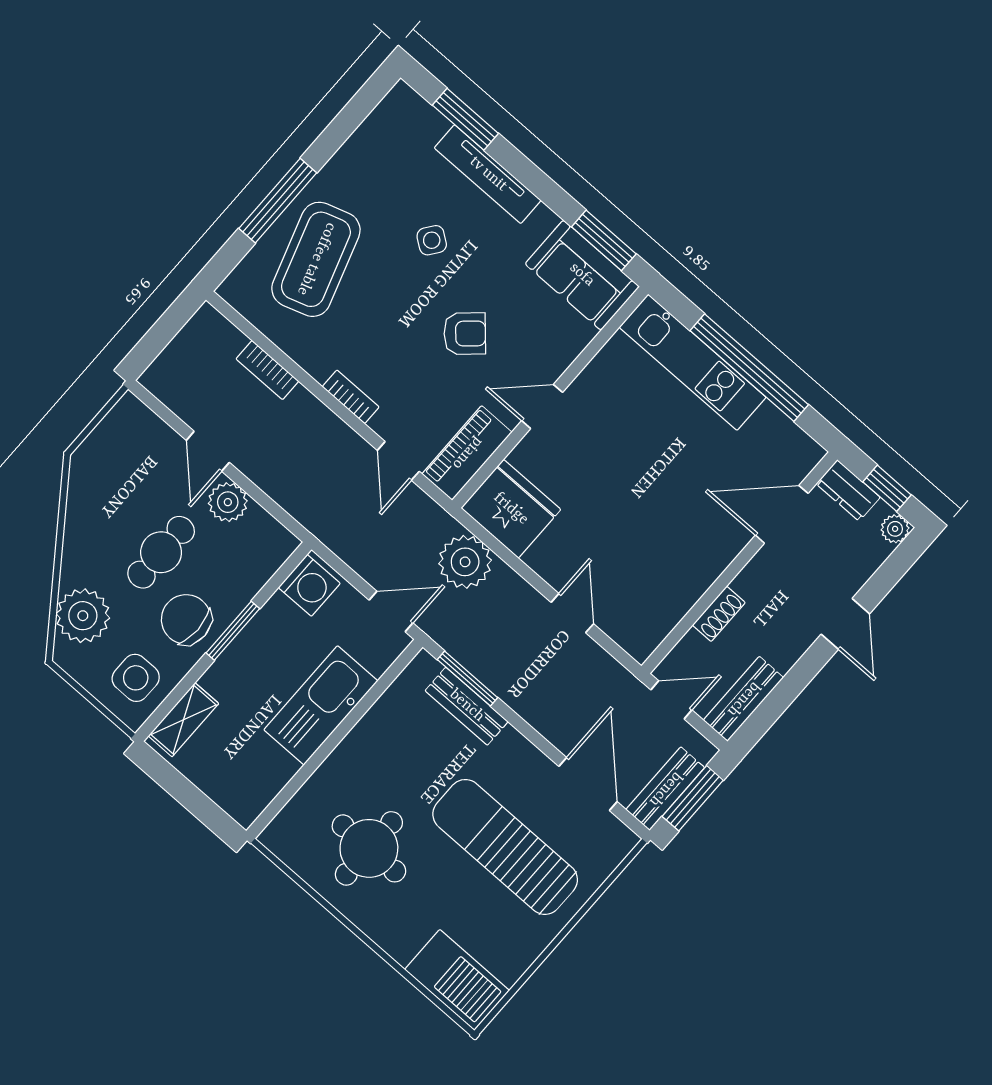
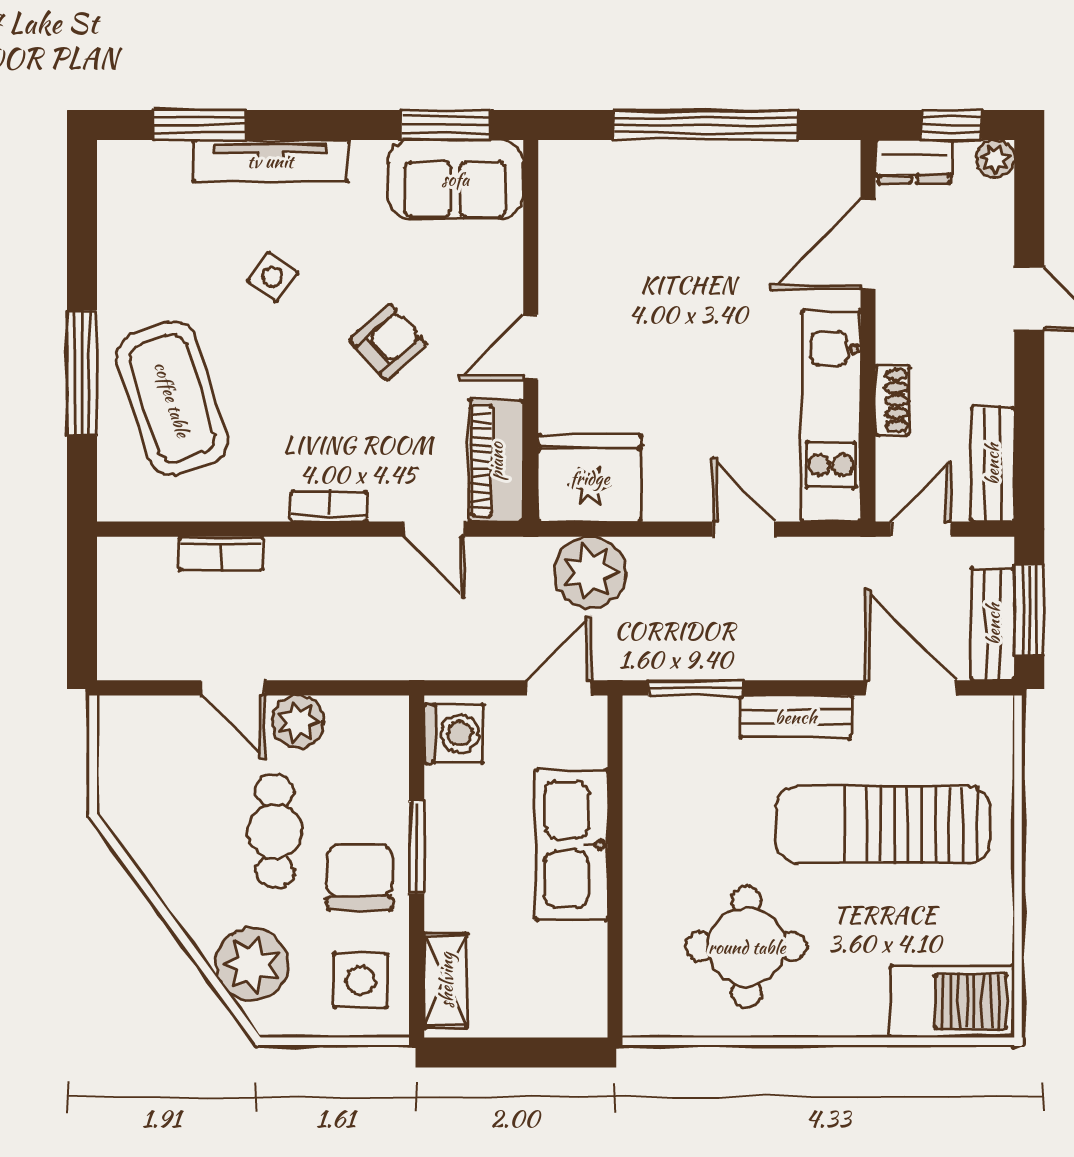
kitchen unit: (693, 362) -> (831, 416), moved, turned 90
chair: (186, 619) -> (360, 877), turned 90
bench: (467, 706) -> (796, 717), moved

